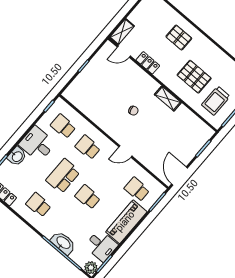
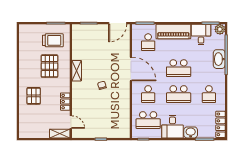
school desk: (63, 126) -> (148, 120), width x1.85
door: (125, 151) -> (131, 69), width x1.88
school desk: (88, 197) -> (179, 68), width x1.85

